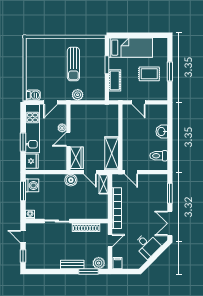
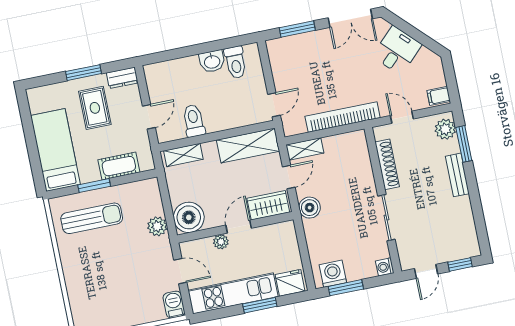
sun lounger: (73, 64) -> (92, 218), moved
dresser: (163, 92) -> (122, 78), added
boiler: (79, 113) -> (189, 217), added
shelving: (114, 117) -> (183, 155), added
toilet: (131, 126) -> (194, 121), added
washbasin: (162, 132) -> (212, 61), moved
door: (68, 139) -> (239, 227), swing flipped

